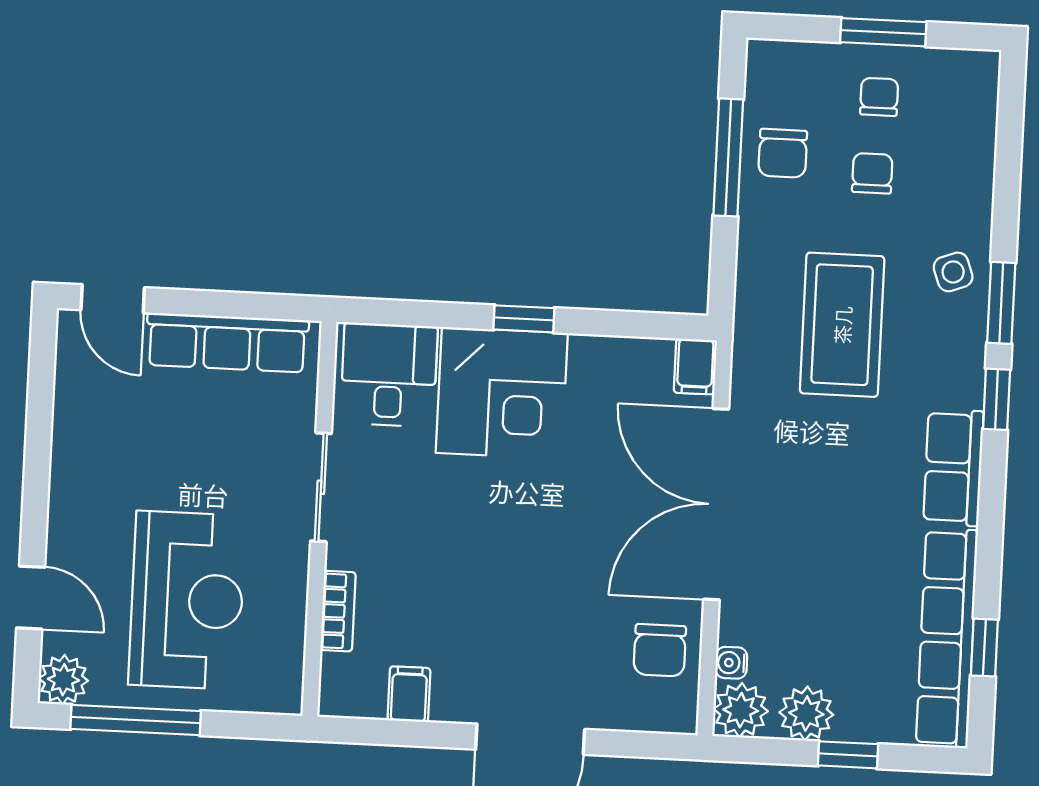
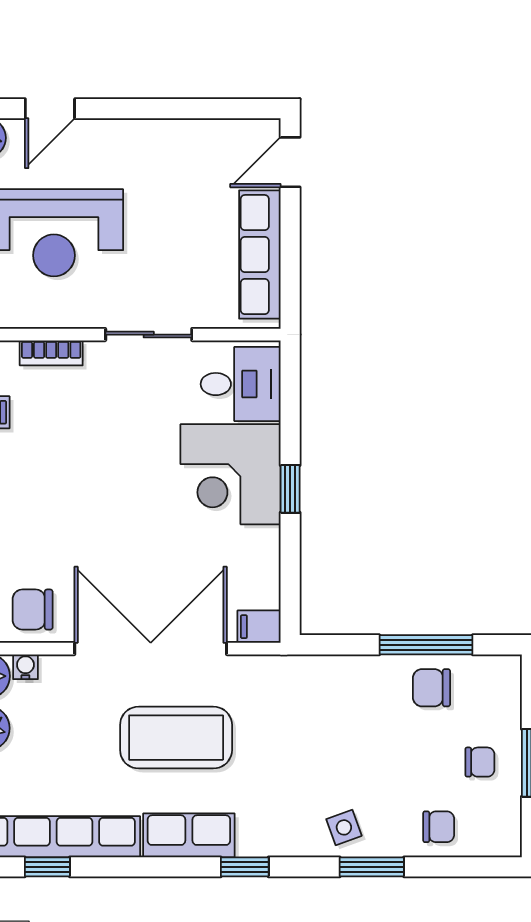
chair: (872, 173) -> (439, 827), moved
window: (1001, 303) -> (372, 867), moved
coffee table: (842, 325) -> (176, 738), moved

